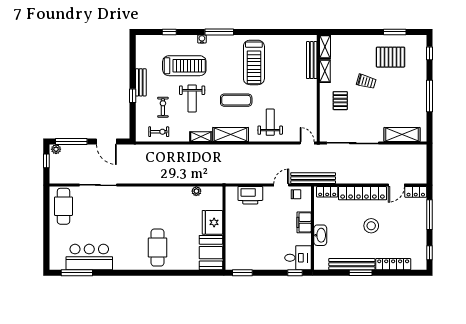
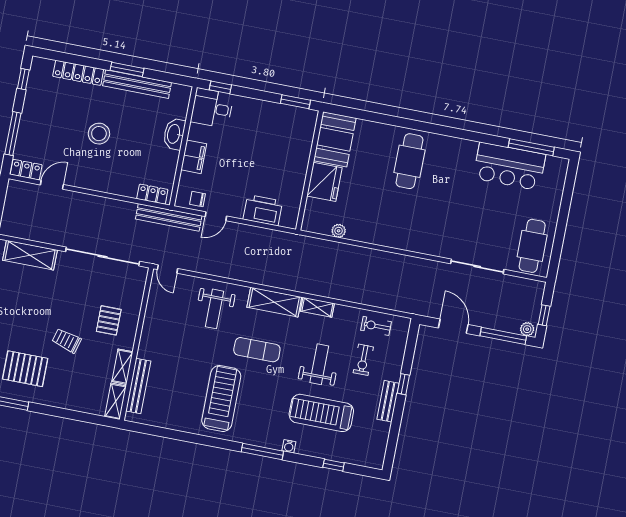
locker: (362, 193) -> (102, 182), removed

